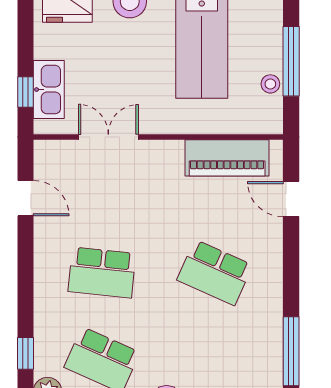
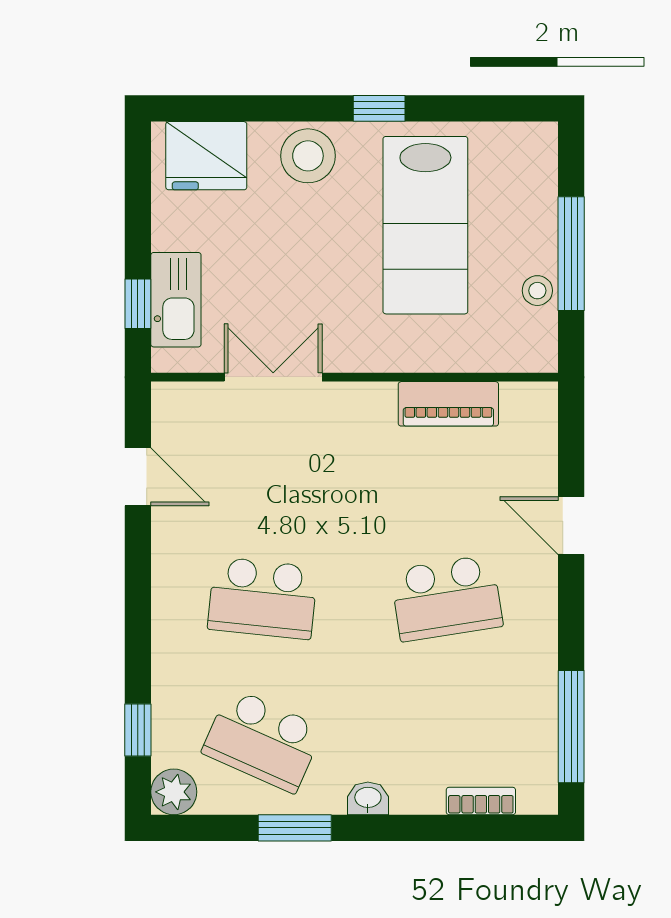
piano: (227, 158) -> (448, 404), width x0.73, depth x0.75
door: (291, 199) -> (571, 526), moved
school desk: (215, 273) -> (447, 598), turned -33

